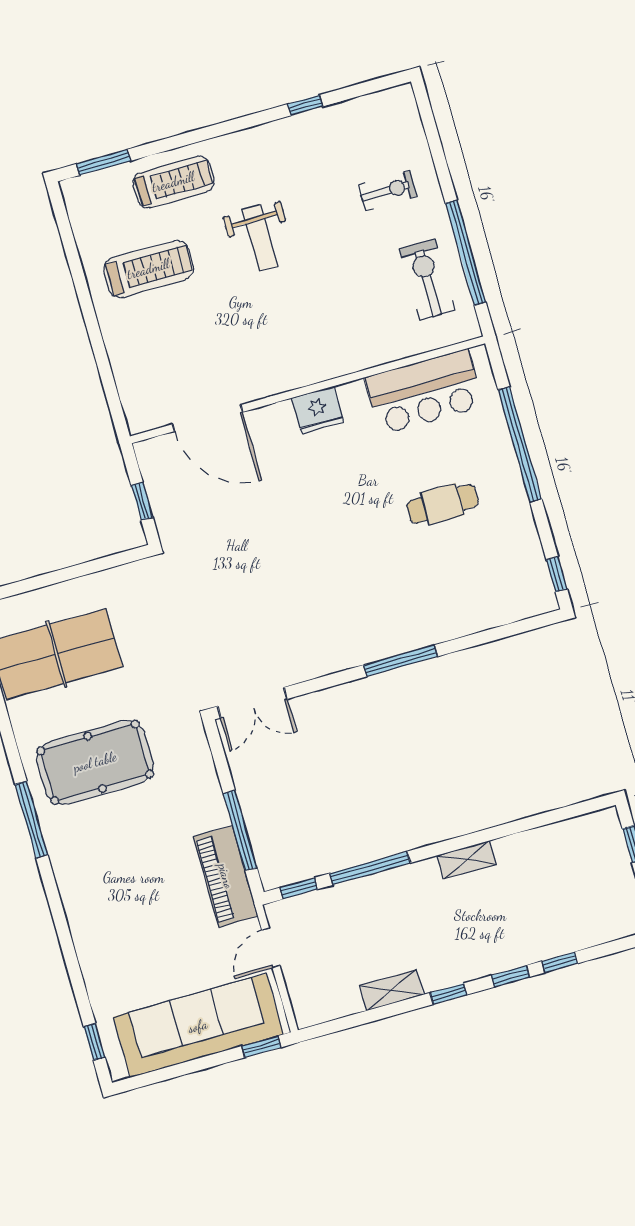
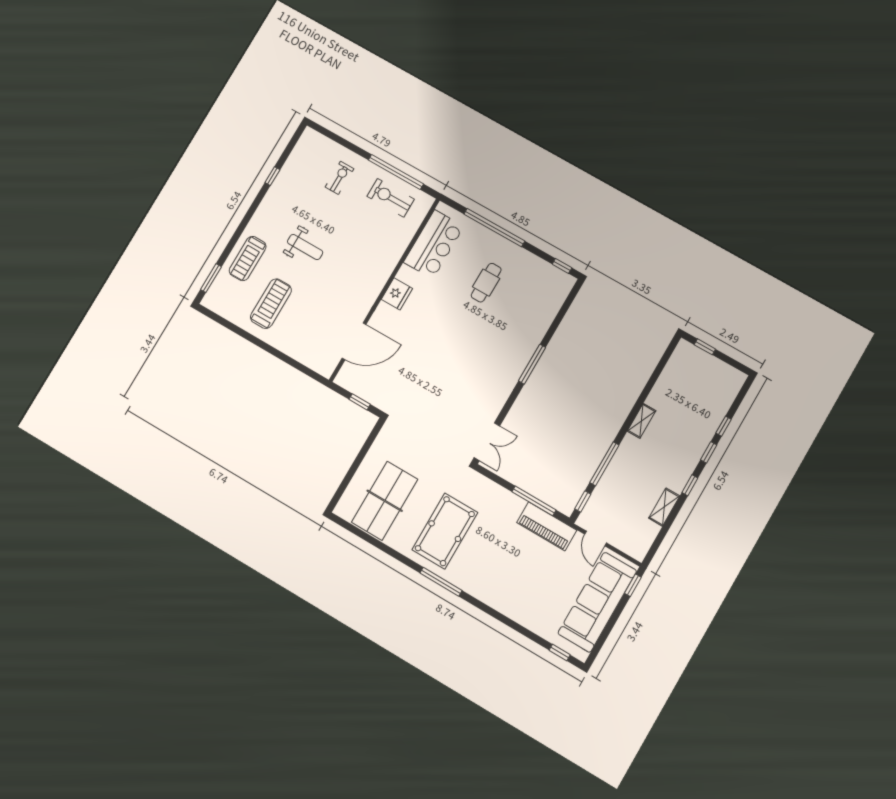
treadmill: (173, 182) -> (248, 259), turned 180

